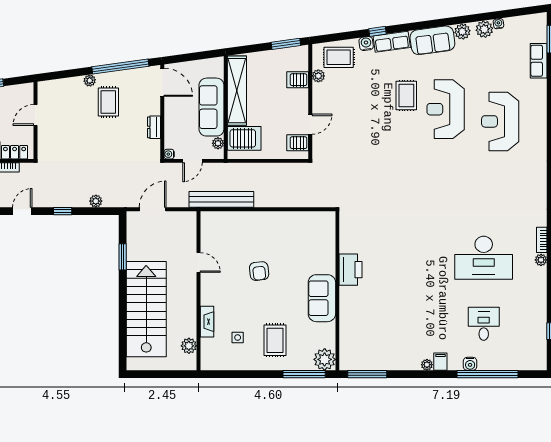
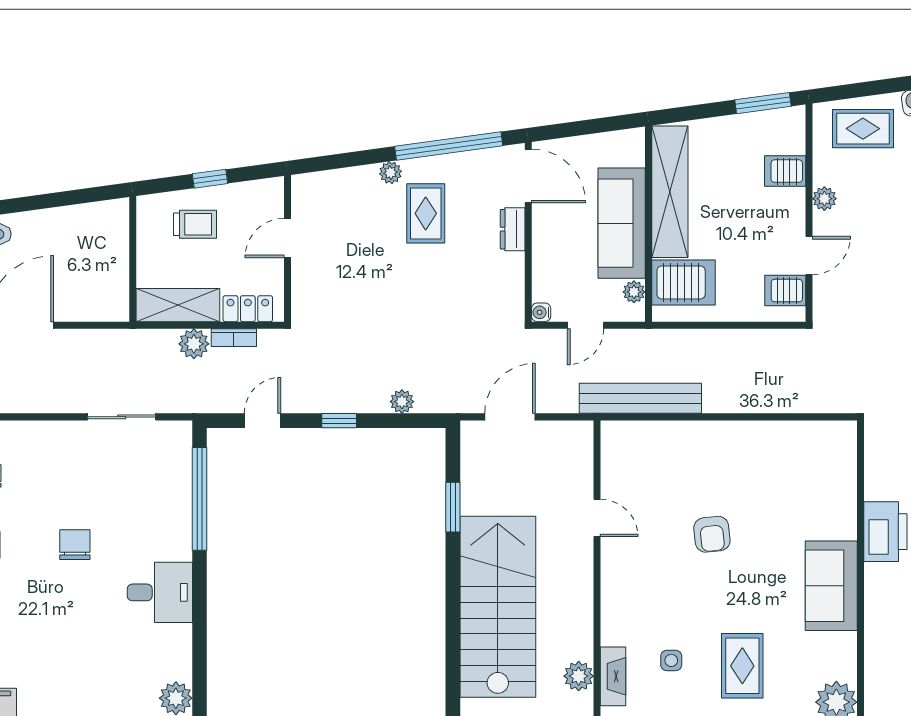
plant: (318, 76) -> (824, 199), moved
dresser: (154, 127) -> (513, 229), moved
fireplace: (207, 322) -> (613, 676), moved

